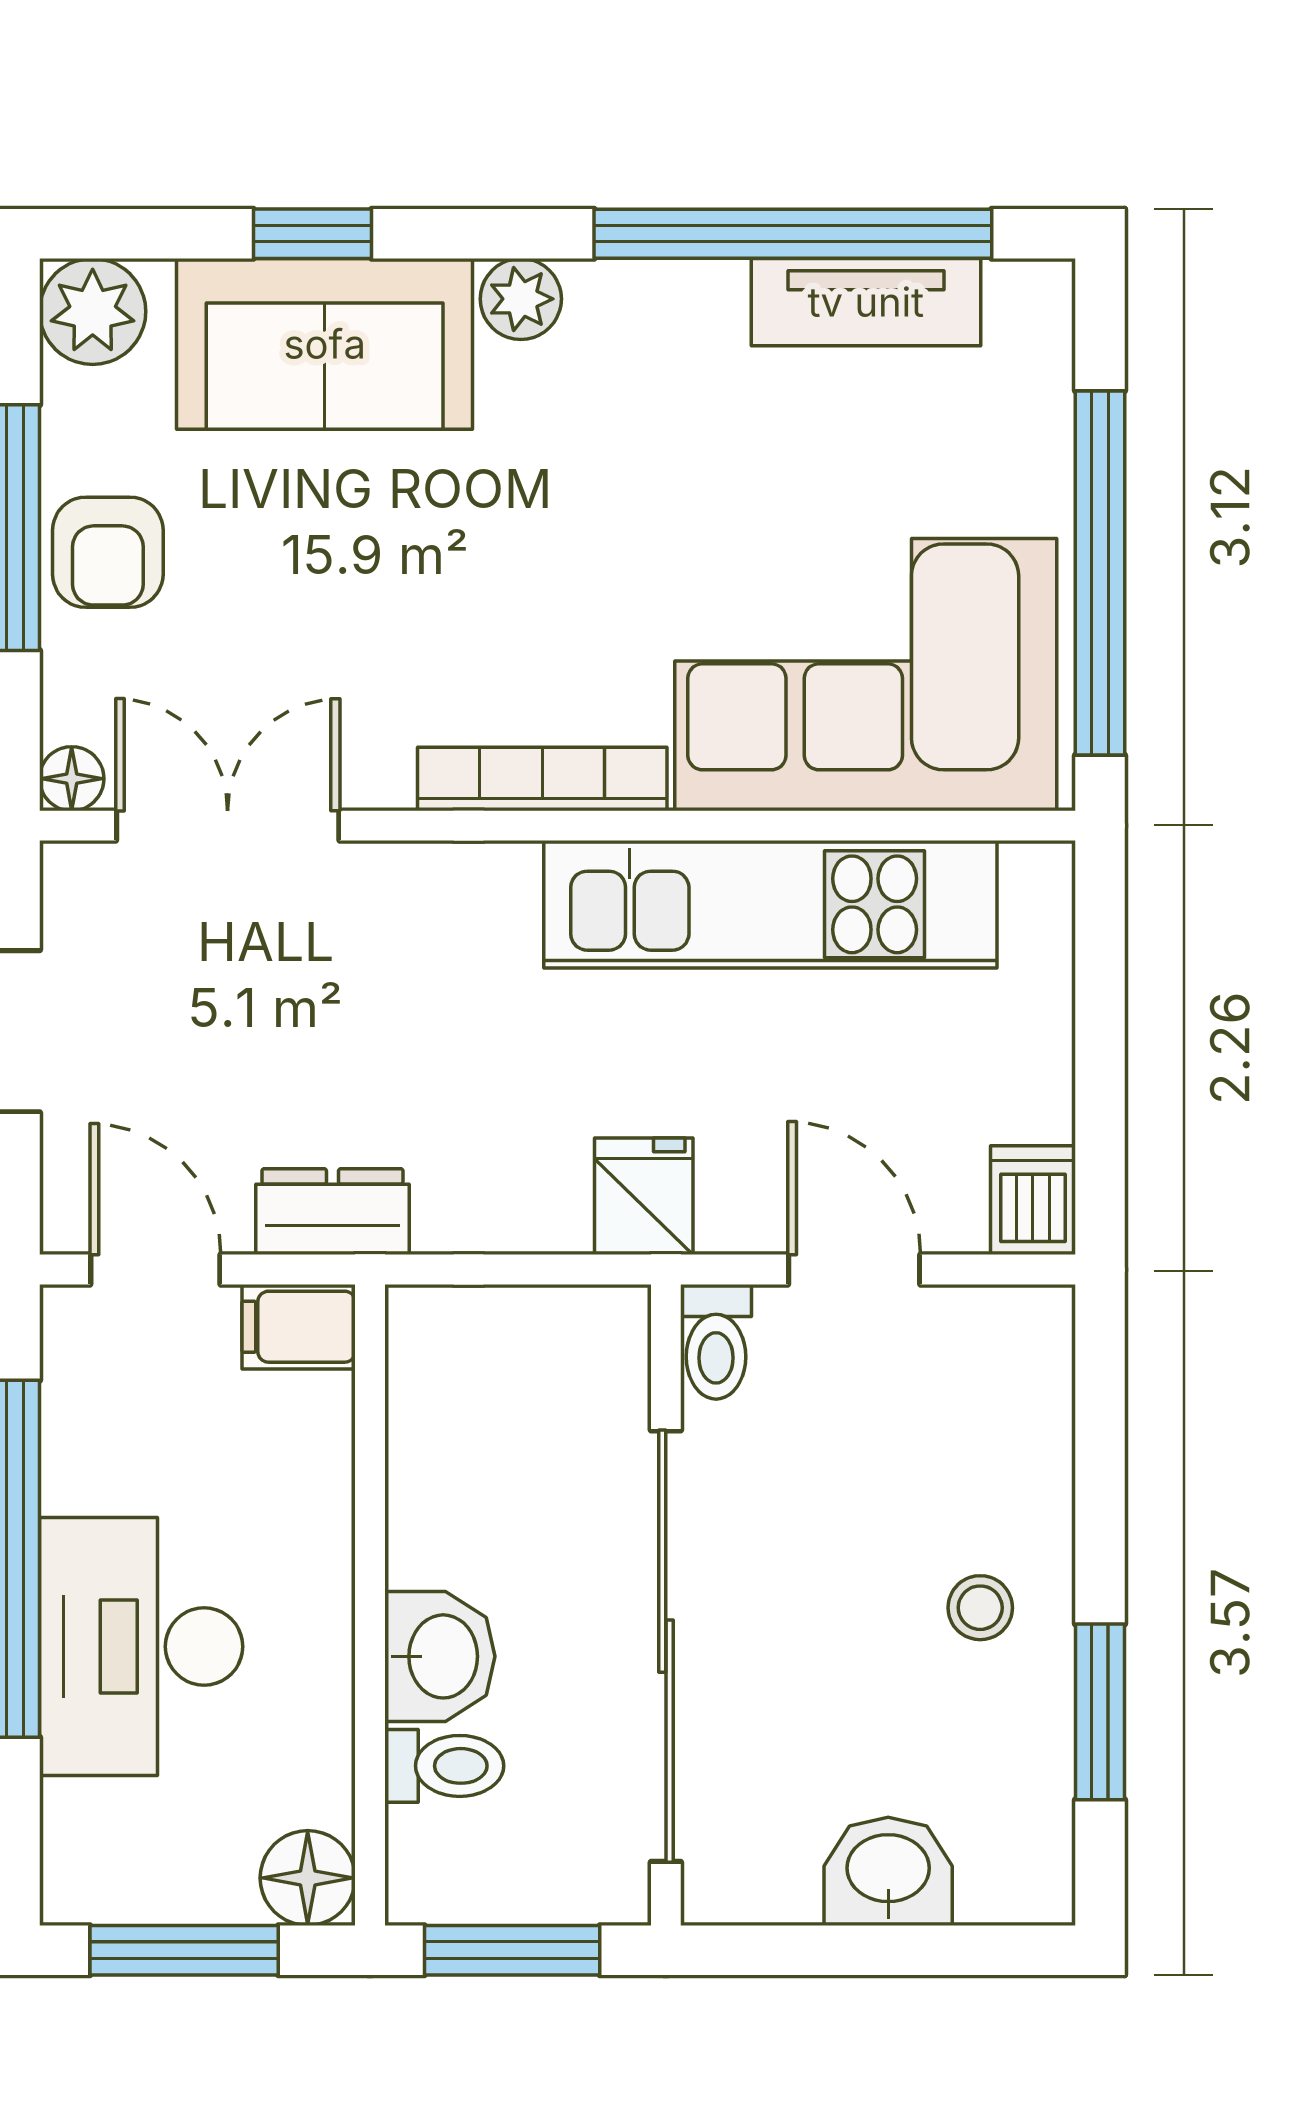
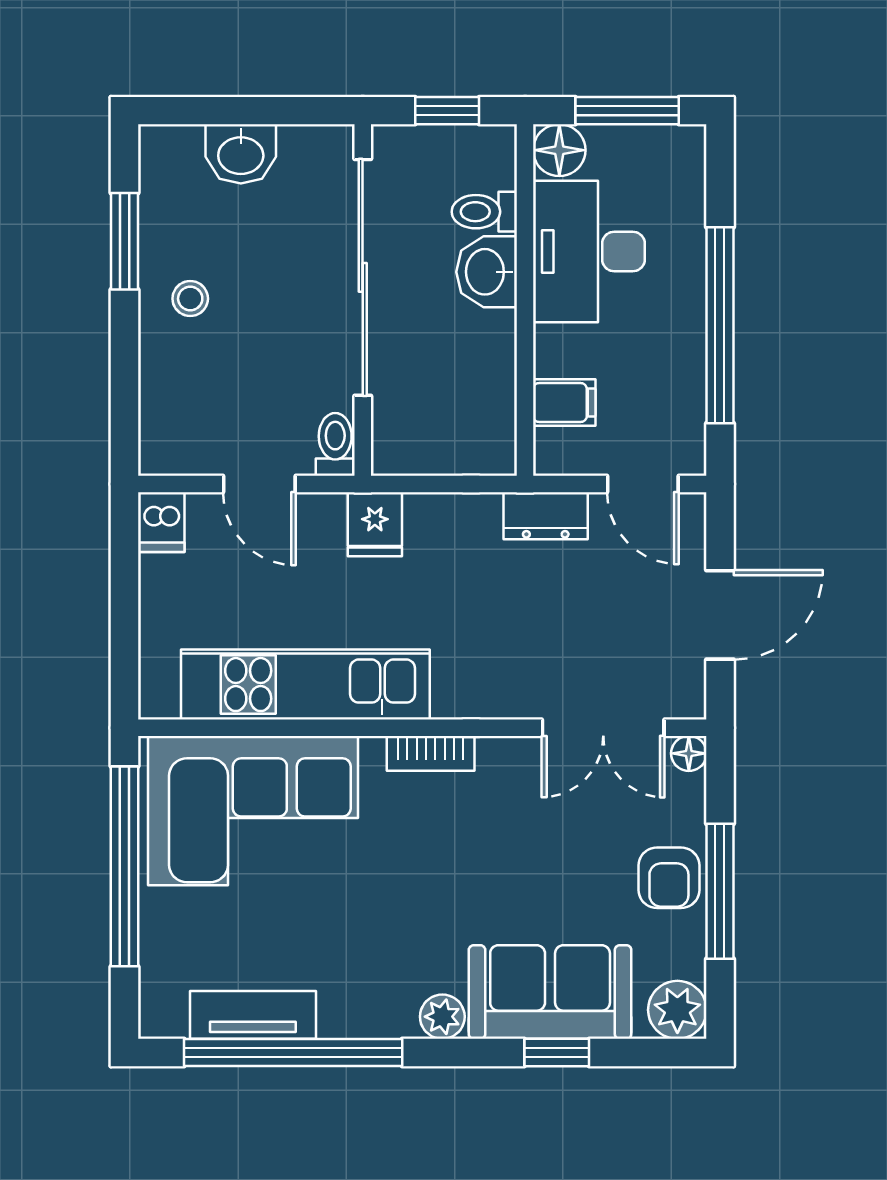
armchair: (108, 552) -> (669, 878), turned 180
bookcase: (542, 779) -> (431, 753), width x0.64
filing cabinet: (299, 1327) -> (564, 403), moved
desk: (141, 1647) -> (589, 251), moved, turned 180
window: (512, 1950) -> (447, 111), width x0.67

